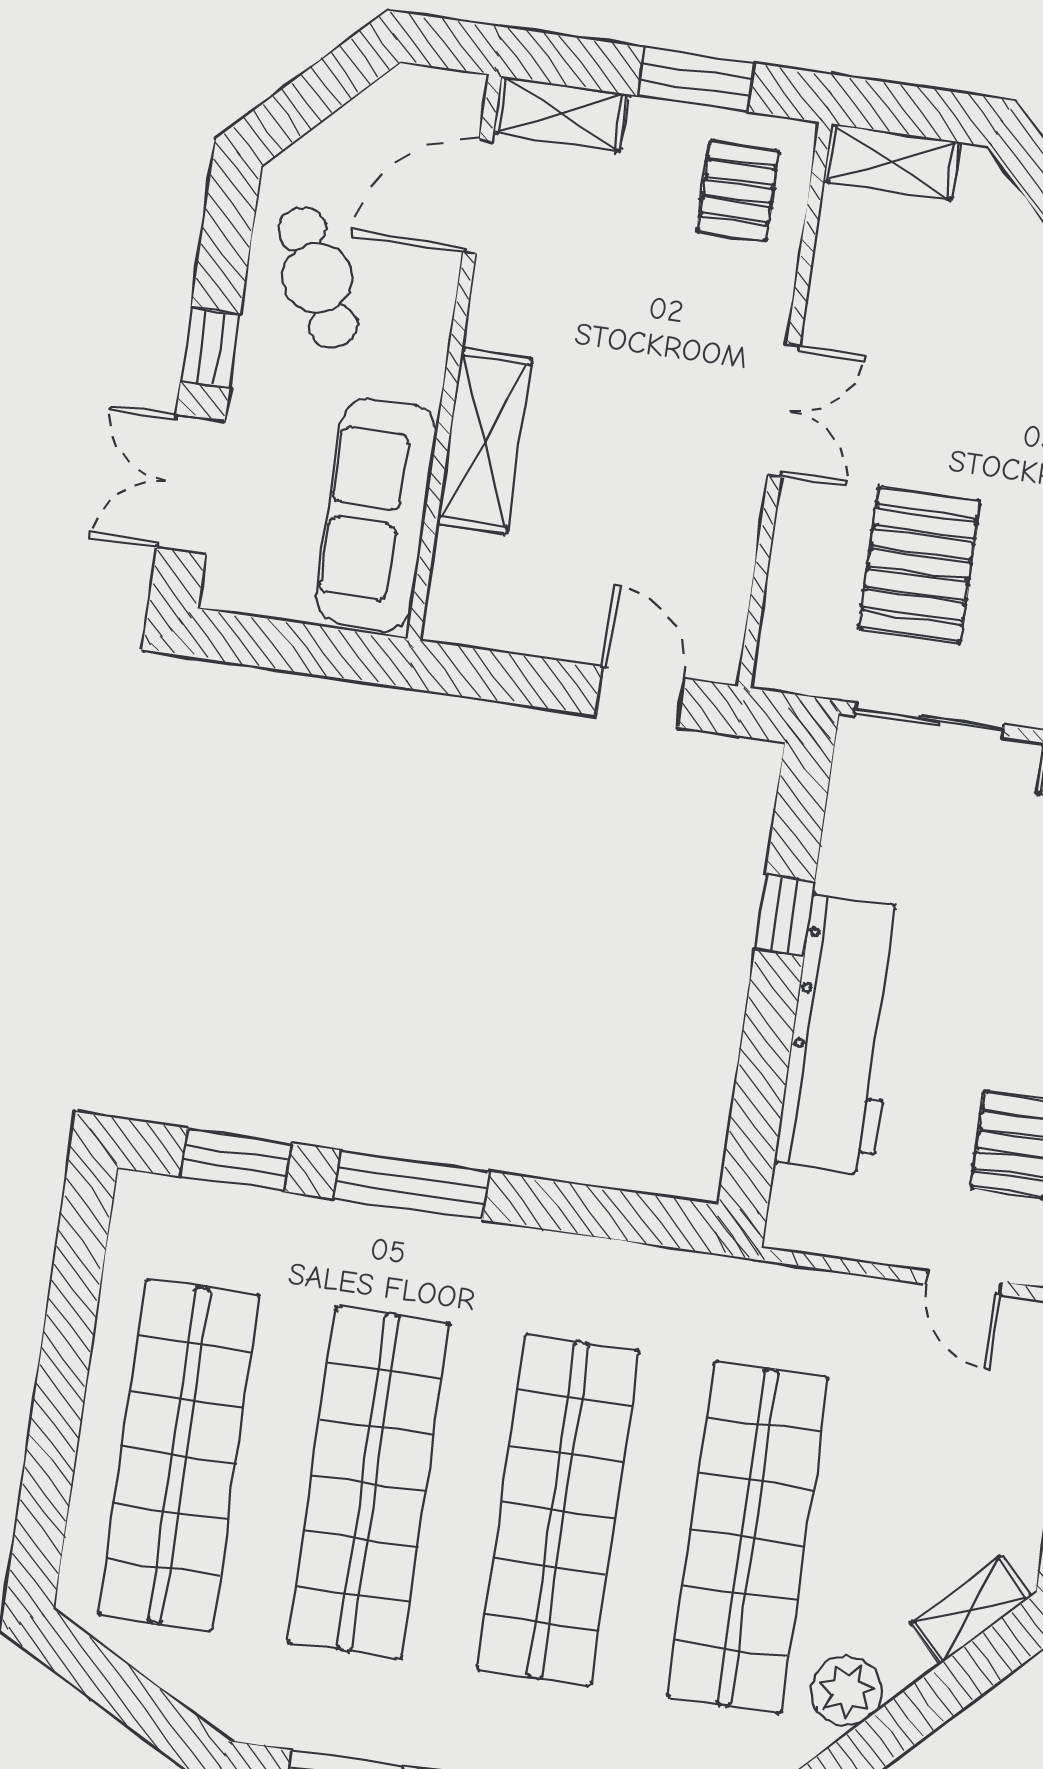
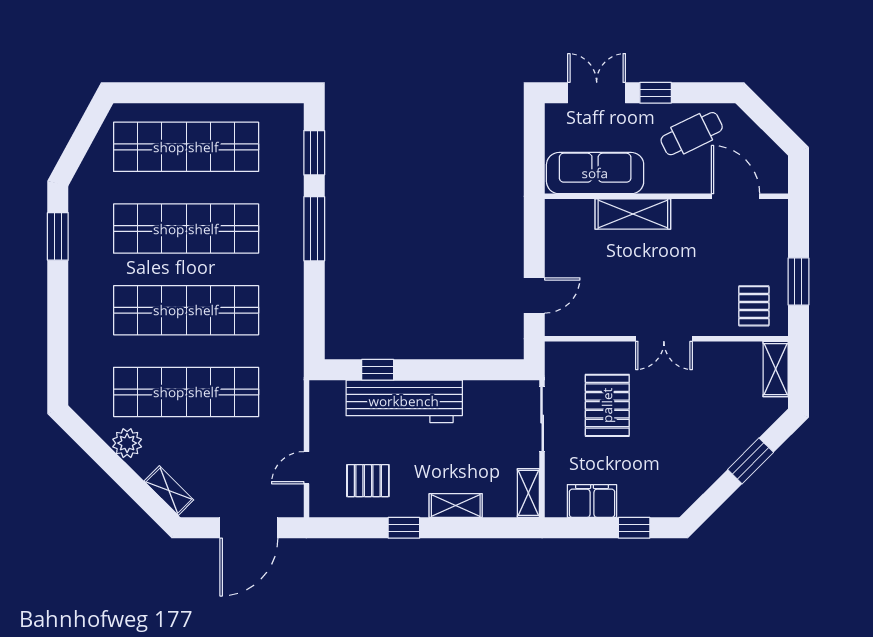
shelving: (560, 114) -> (776, 226), removed
pallet: (738, 191) -> (754, 306), turned 90
pallet: (919, 564) -> (607, 405), turned 90
window: (785, 915) -> (378, 370), moved

